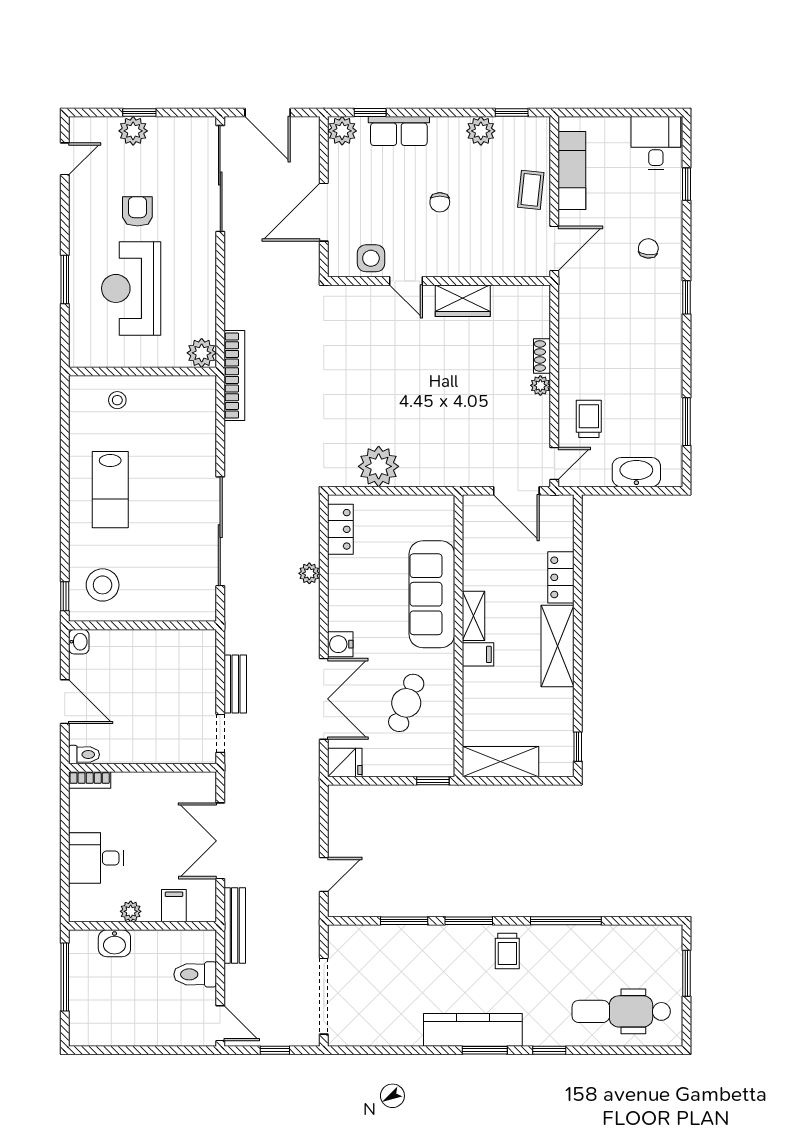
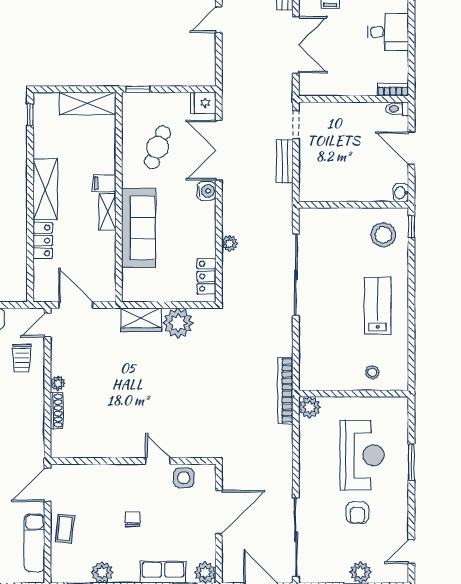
wardrobe: (463, 301) -> (141, 320), moved, turned 180
shoe rack: (542, 356) -> (57, 411), width x1.43

